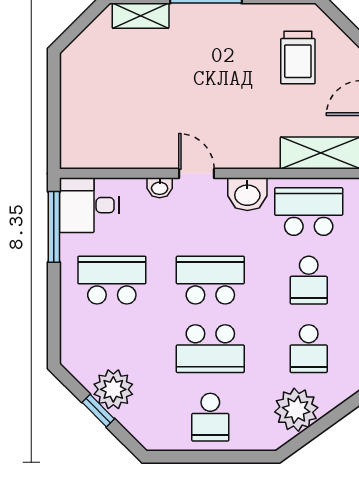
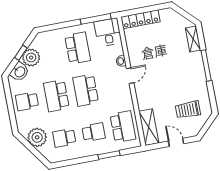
locker: (74, 126) -> (140, 19), added
washbasin: (247, 194) -> (20, 72), moved, turned -135
school desk: (210, 280) -> (86, 90), turned 180
school desk: (309, 280) -> (94, 132), turned 180

